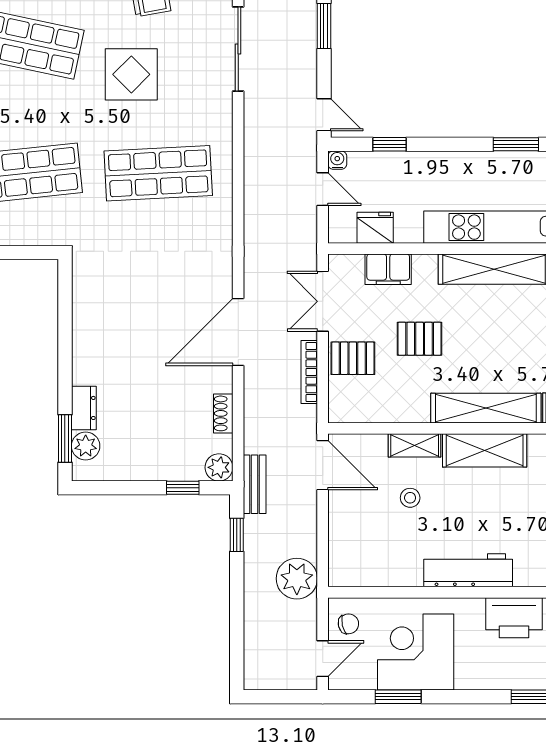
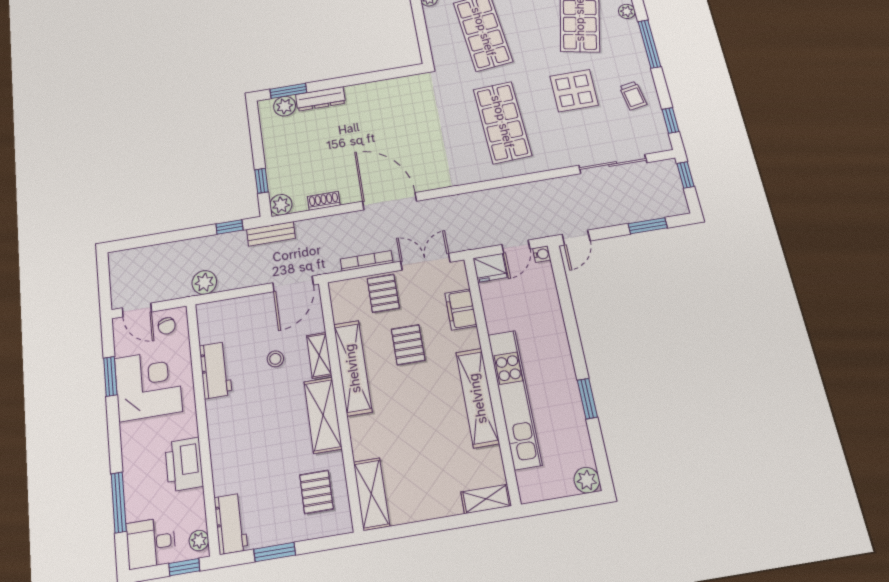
window: (390, 144) -> (564, 293), removed
fridge: (375, 228) -> (490, 268), moved, turned 90
dresser: (84, 408) -> (320, 99), width x1.44
shelving: (486, 408) -> (353, 368), moved
workbench: (468, 570) -> (216, 370), moved, width x0.73
plant: (297, 579) -> (204, 282), width x0.73, depth x0.73

